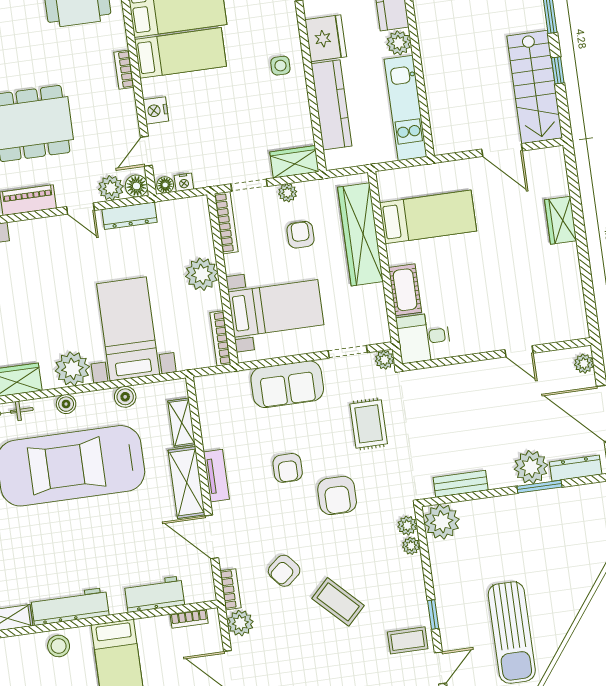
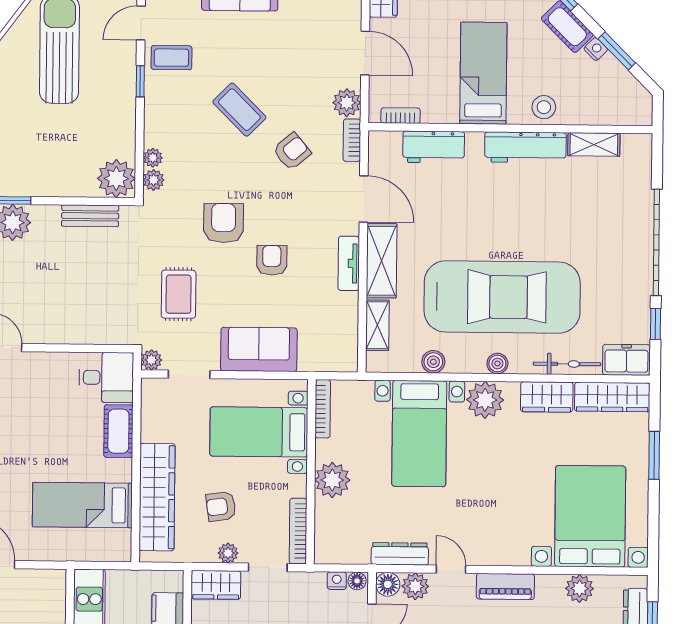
armchair: (301, 235) -> (221, 506), turned 82

